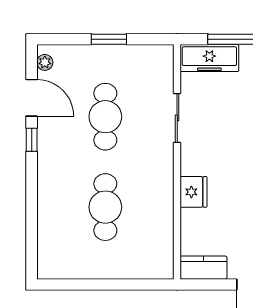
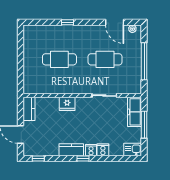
window: (109, 39) -> (144, 61), width x2.11
door: (32, 98) -> (115, 22), hinge flipped
window: (32, 140) -> (68, 22), moved

